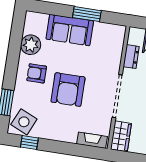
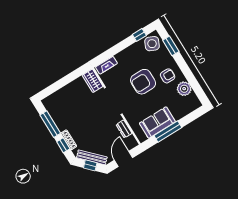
window: (87, 14) -> (168, 131), width x1.44
sofa: (70, 30) -> (157, 122), moved
armchair: (68, 90) -> (143, 82), turned -90

